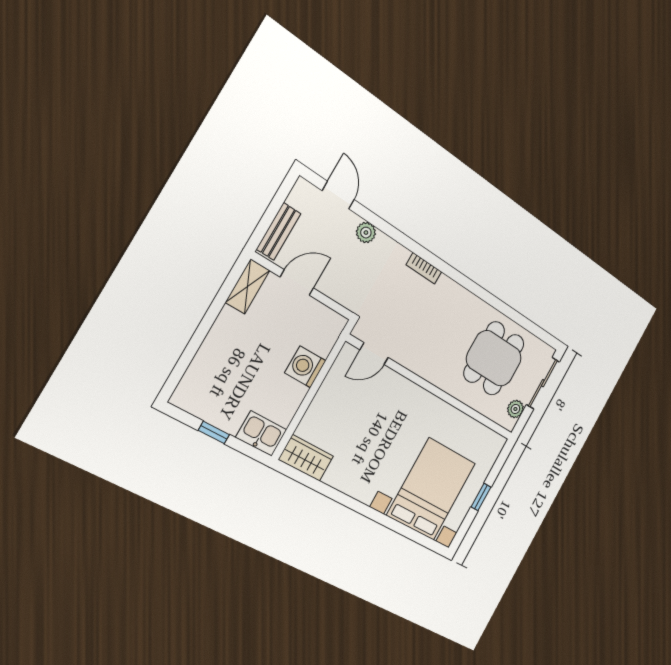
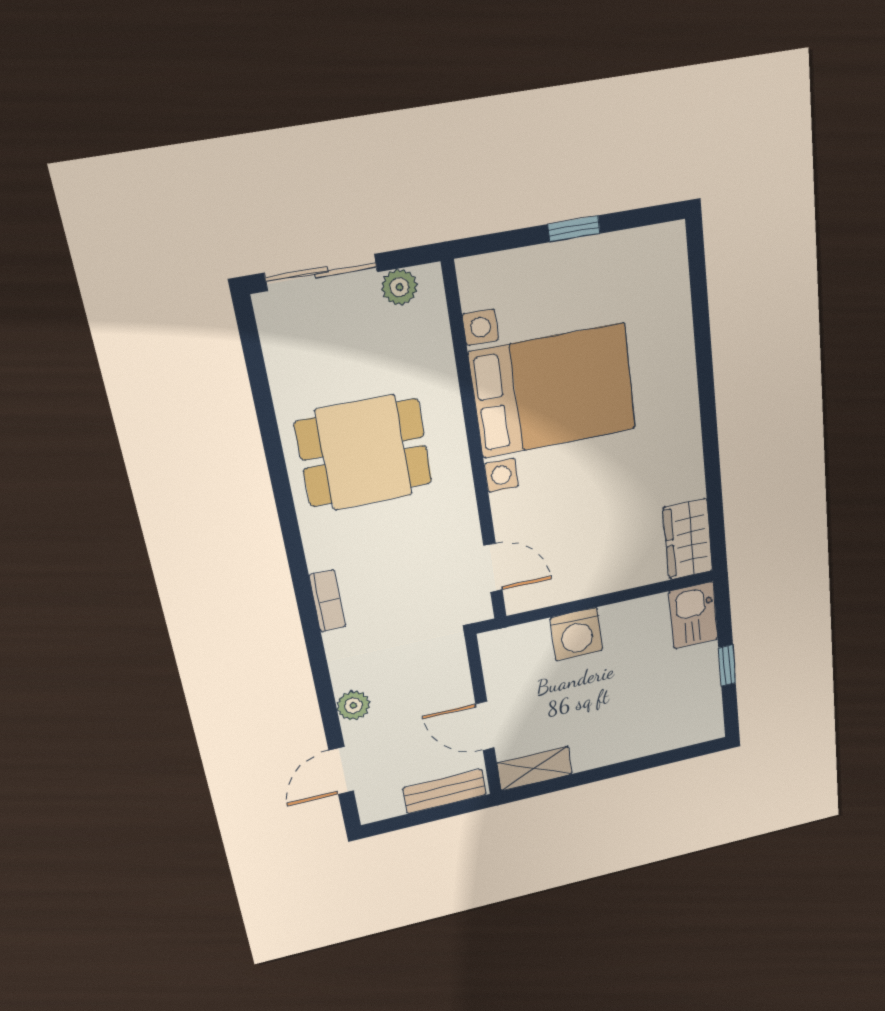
dining table: (494, 358) -> (364, 453), moved
bed with nightstands: (431, 489) -> (553, 391), moved, turned 180

